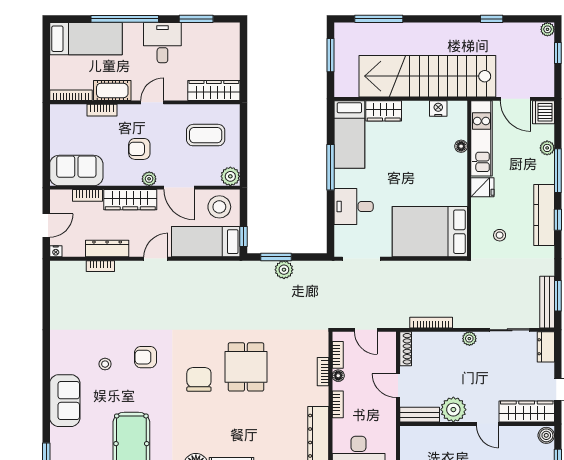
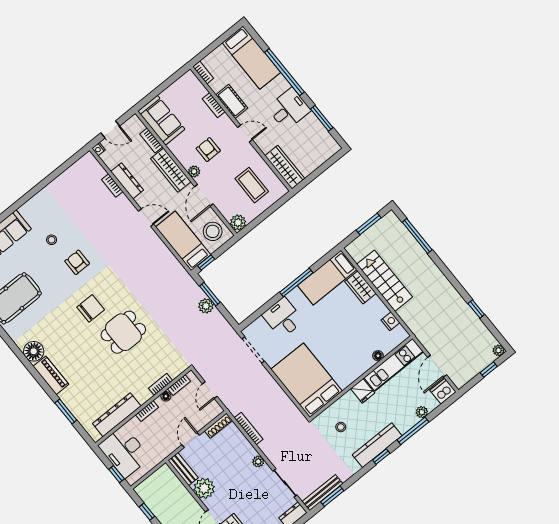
stairs: (427, 76) -> (385, 281), width x0.54, depth x0.66
bookcase: (71, 95) -> (203, 72), width x0.64

